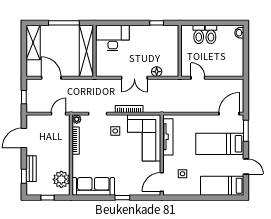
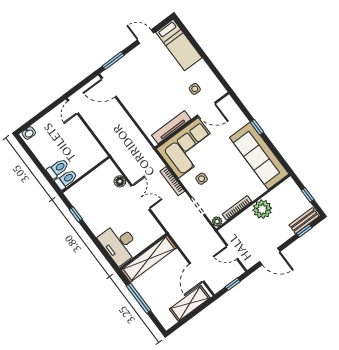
toilet: (211, 34) -> (66, 180), moved
shelving: (33, 42) -> (190, 303), moved
door: (198, 78) -> (73, 107), moved
door: (58, 114) -> (232, 252), moved
bed: (220, 144) -> (142, 75), removed
door: (246, 167) -> (145, 36), hinge flipped
bench: (31, 169) -> (304, 221), moved
plant: (61, 179) -> (262, 209), moved
door: (162, 182) -> (206, 109), moved
sofa: (93, 186) -> (259, 156), width x1.36, depth x1.27

